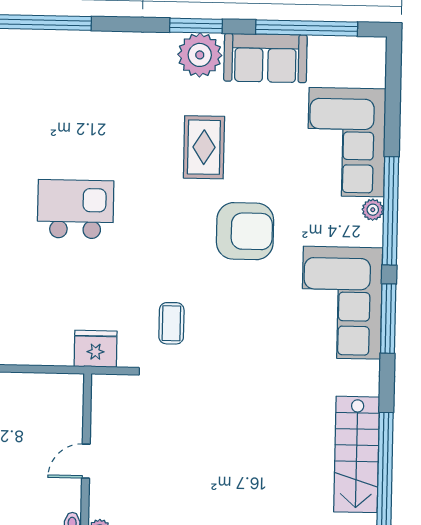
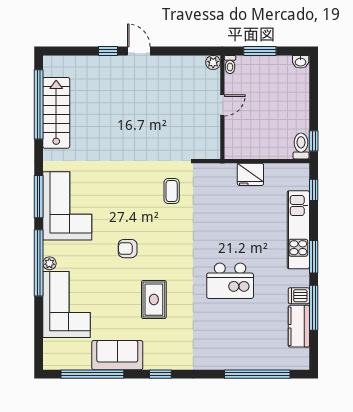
window: (196, 26) -> (160, 374), width x0.67
plant: (200, 55) -> (158, 356), removed
kitchen island: (75, 209) -> (230, 281), moved
armchair: (245, 231) -> (128, 249), width x0.53, depth x0.53
fridge: (96, 349) -> (250, 174), moved

